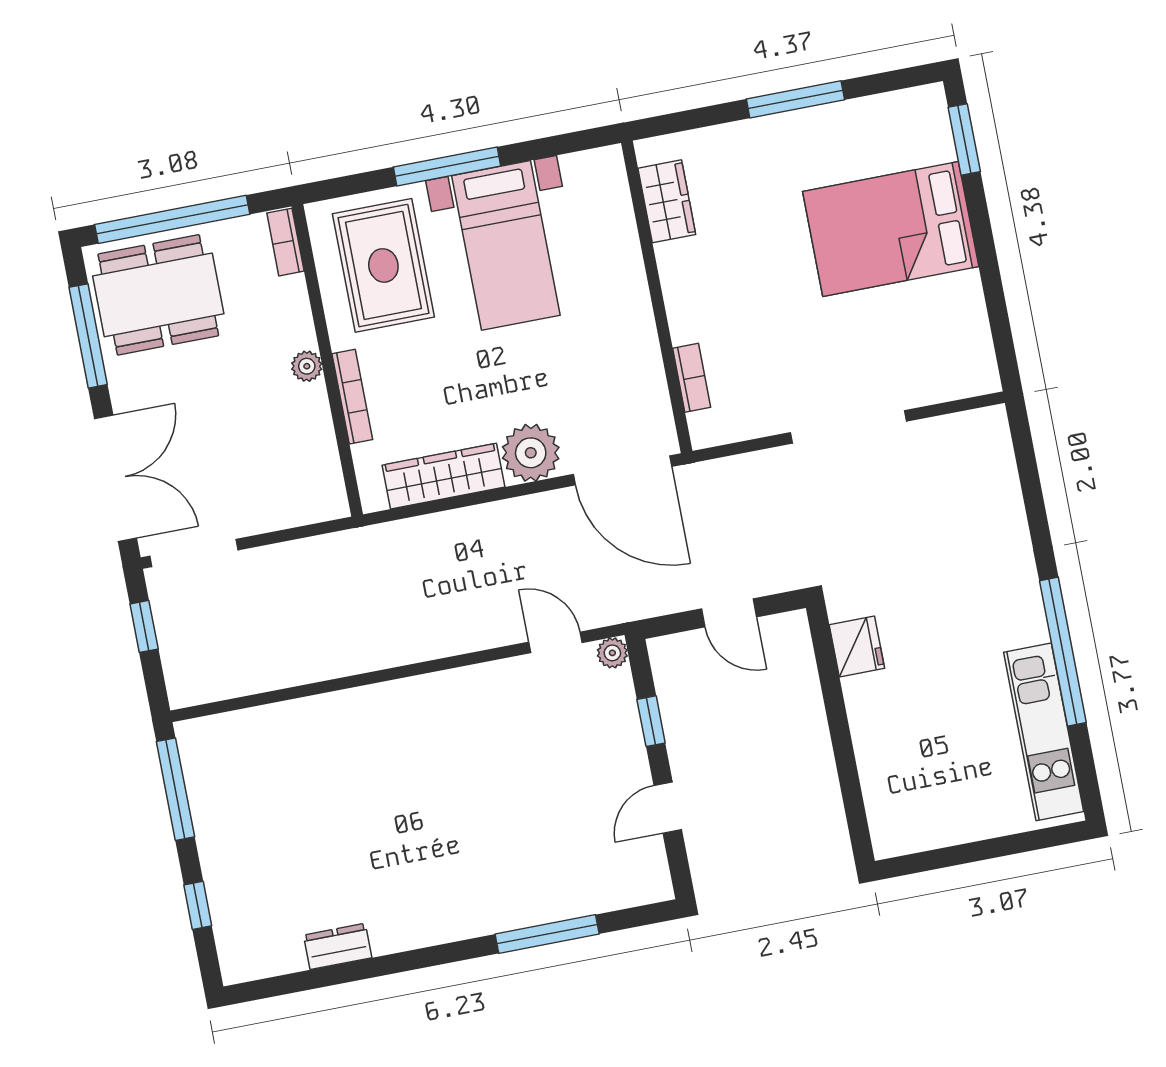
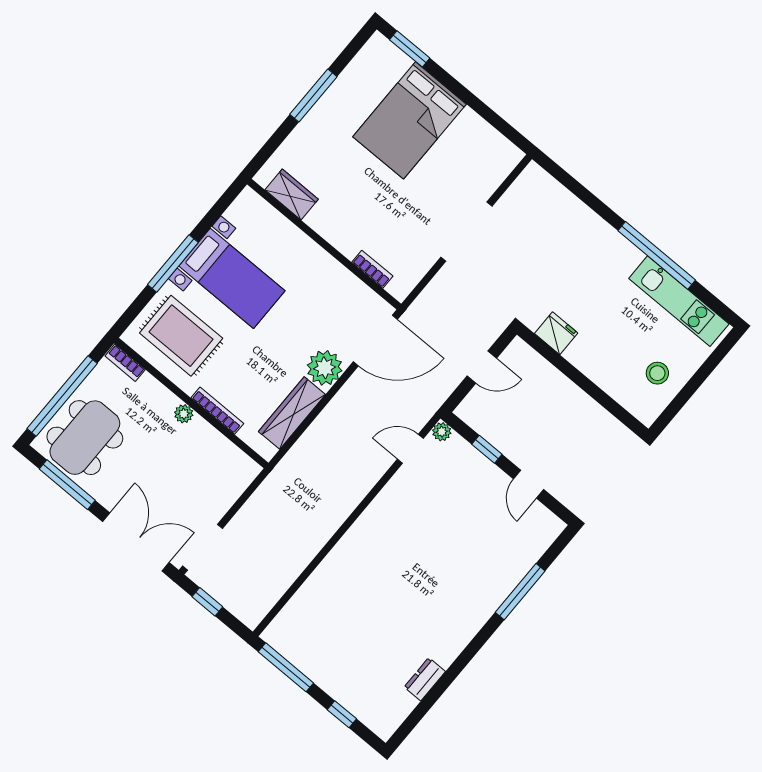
stool: (943, 800) -> (657, 373), added

